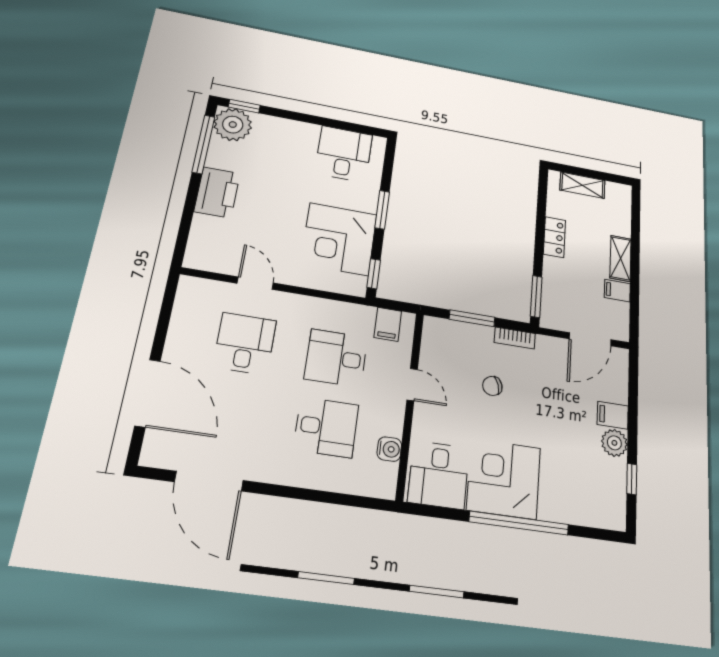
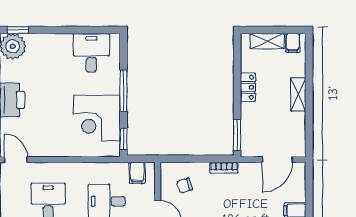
window: (382, 210) -> (123, 91), width x1.44
door: (255, 283) -> (16, 160), moved
filing cabinet: (617, 291) -> (293, 43), moved, turned -90
window: (472, 318) -> (193, 159), removed
chair: (492, 386) -> (185, 186), moved

